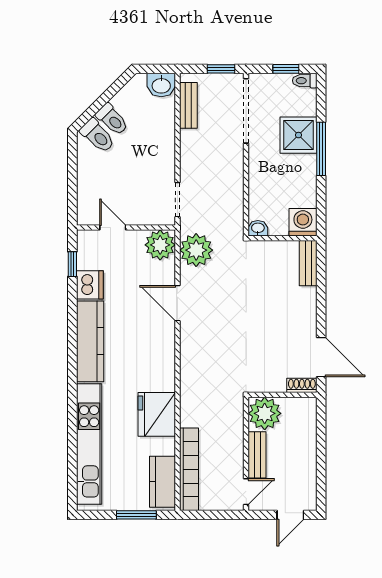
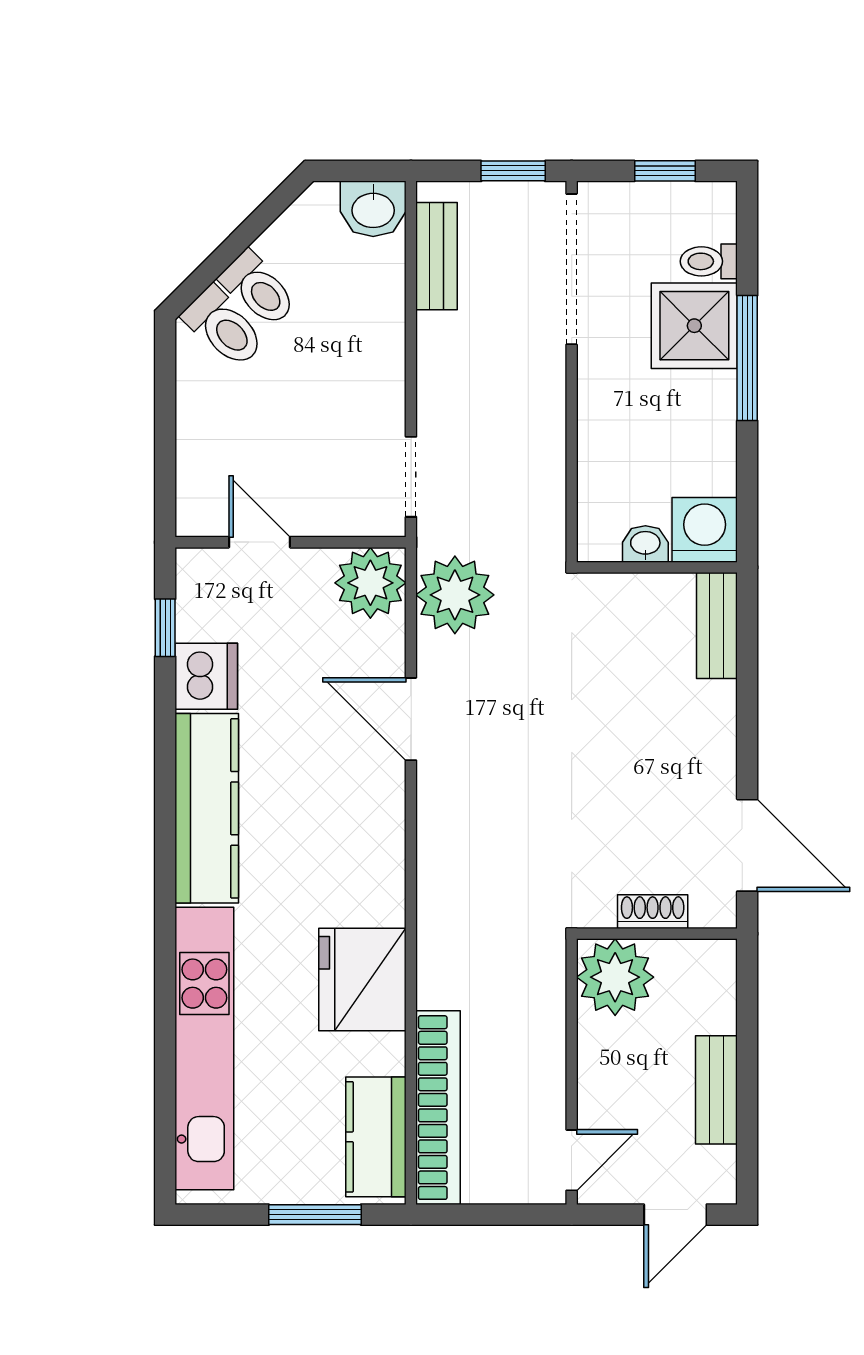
toilet: (305, 81) -> (709, 261), moved
washbasin: (258, 228) -> (645, 544), moved
shoe rack: (302, 385) -> (653, 912), moved
bench: (257, 455) -> (716, 1090), moved

